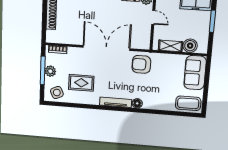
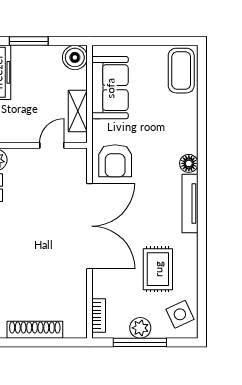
door: (153, 17) -> (52, 145), moved
boiler: (190, 46) -> (75, 57), moved
double door: (106, 48) -> (90, 226), swing flipped
sofa: (195, 73) -> (110, 88), moved, turned -90

